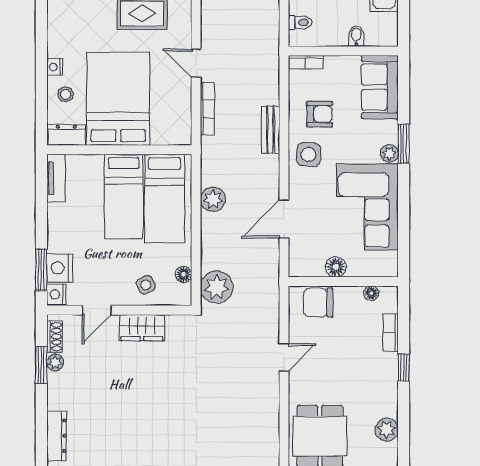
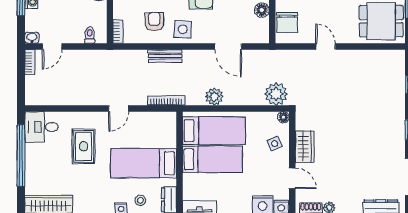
bed: (118, 99) -> (144, 163), width x0.67
bookcase: (207, 109) -> (166, 101), moved
floor lamp: (183, 274) -> (283, 117), moved

